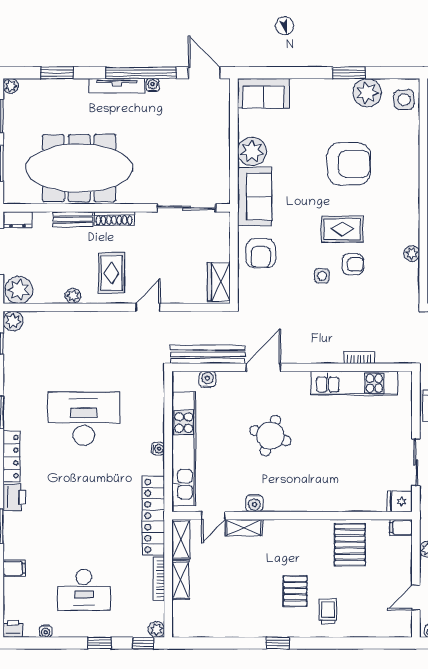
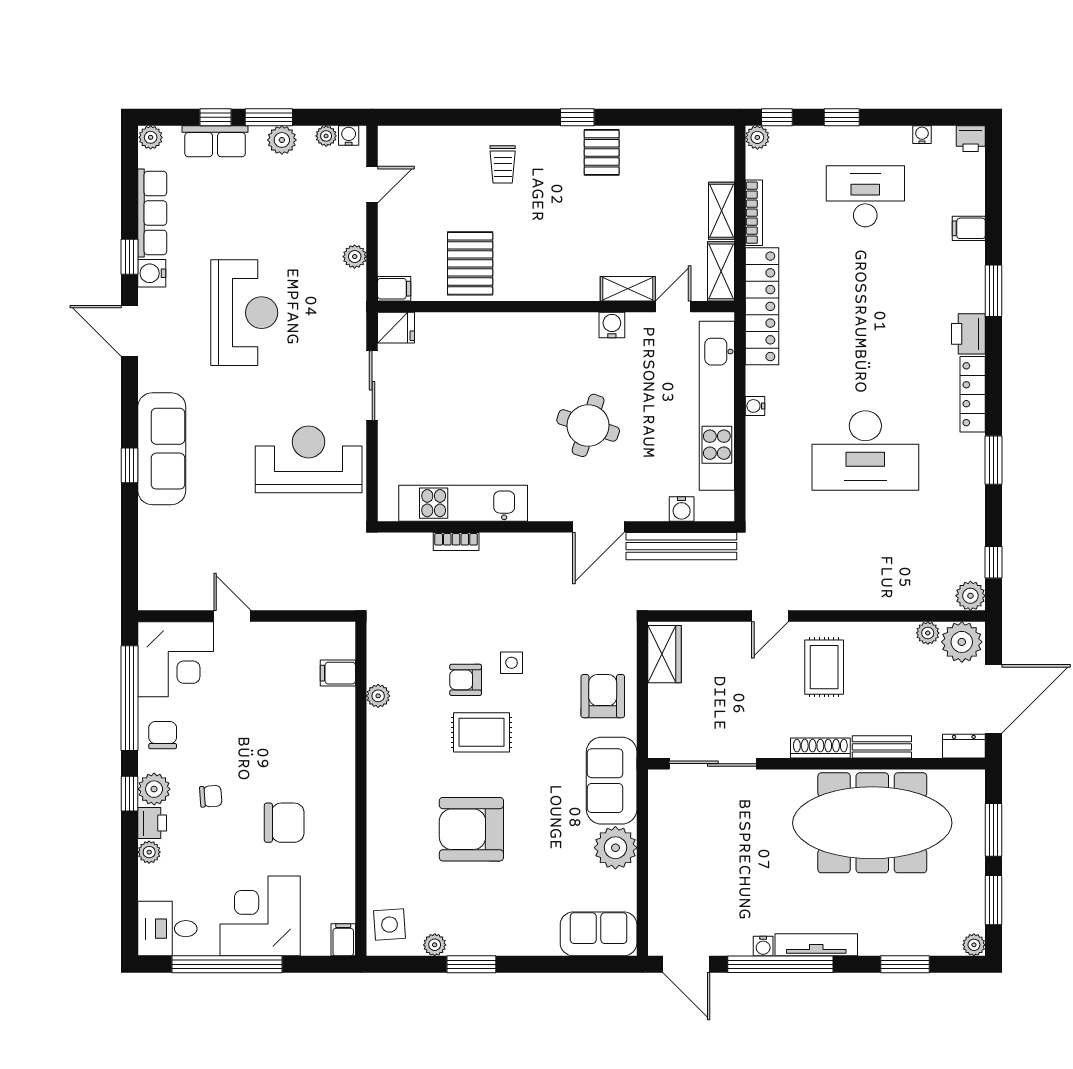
plant: (367, 93) -> (435, 945), width x0.53, depth x0.53
plant: (73, 296) -> (928, 633), moved
pallet: (295, 591) -> (602, 152), moved

